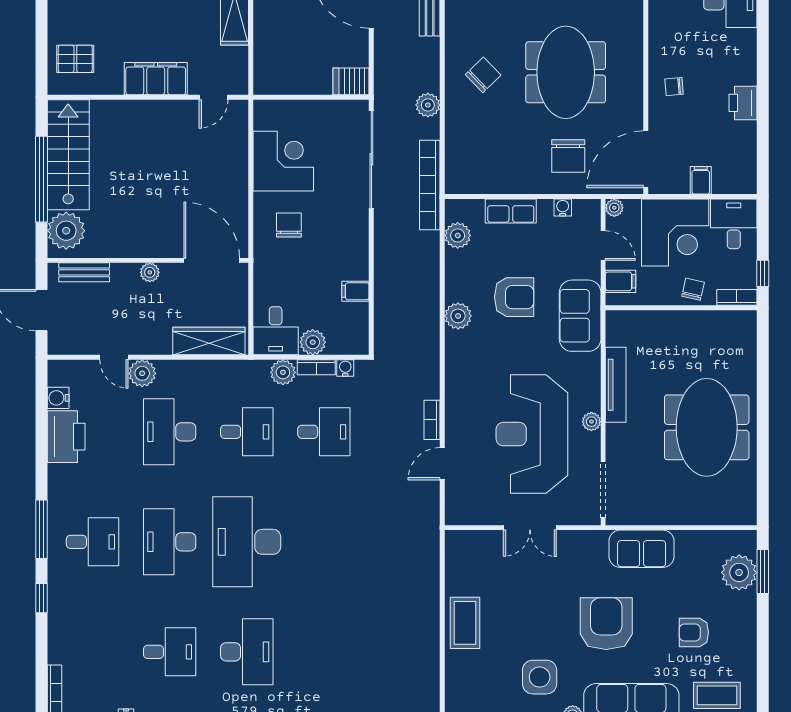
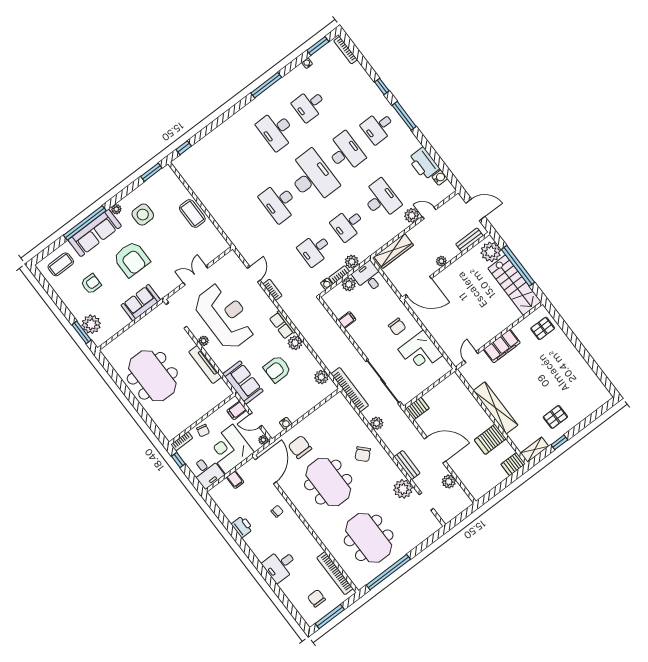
row of seats: (511, 211) -> (282, 325), moved, turned -90
desk: (324, 542) -> (279, 202), added

